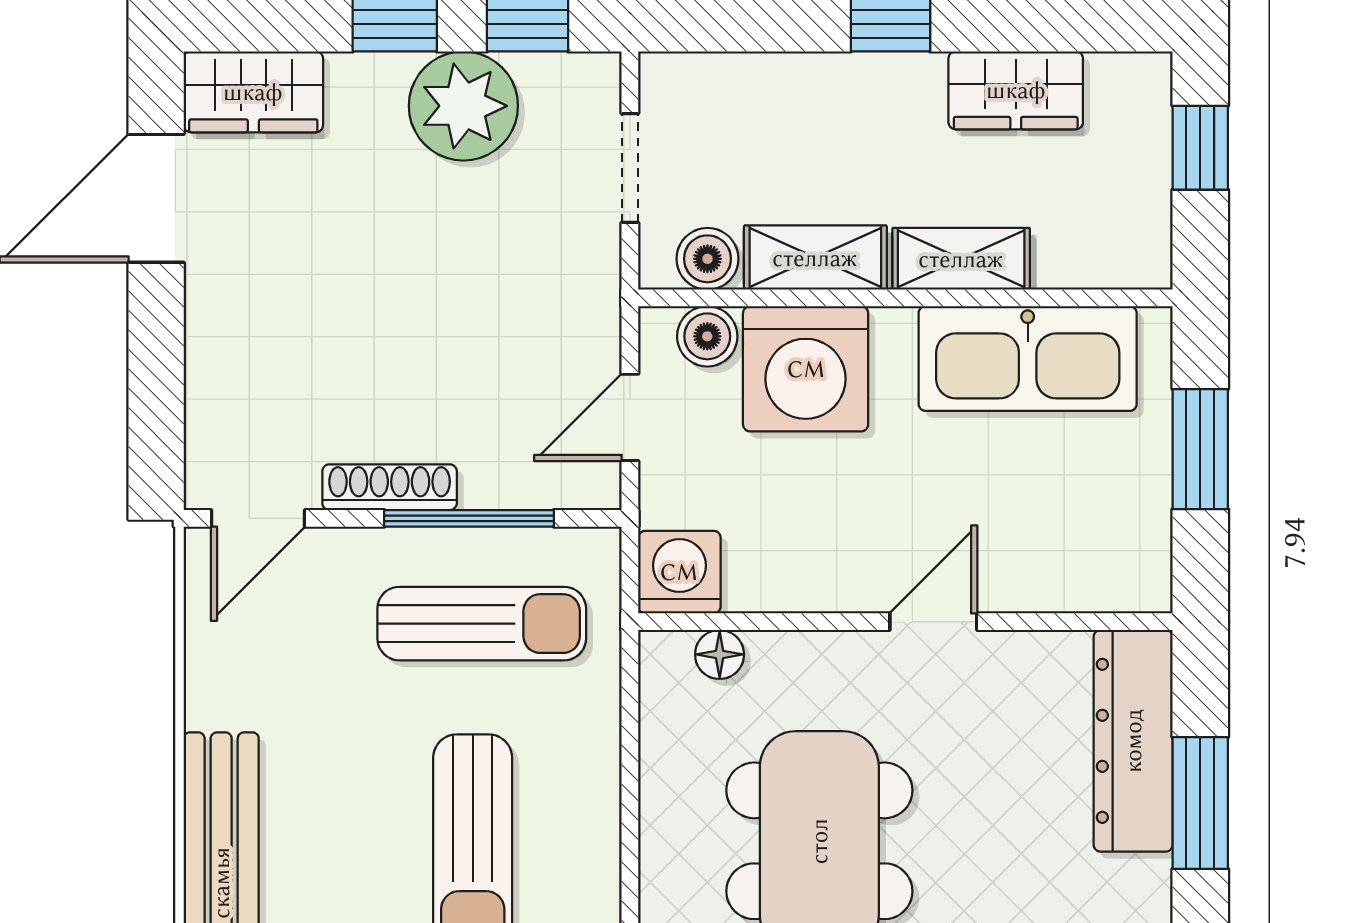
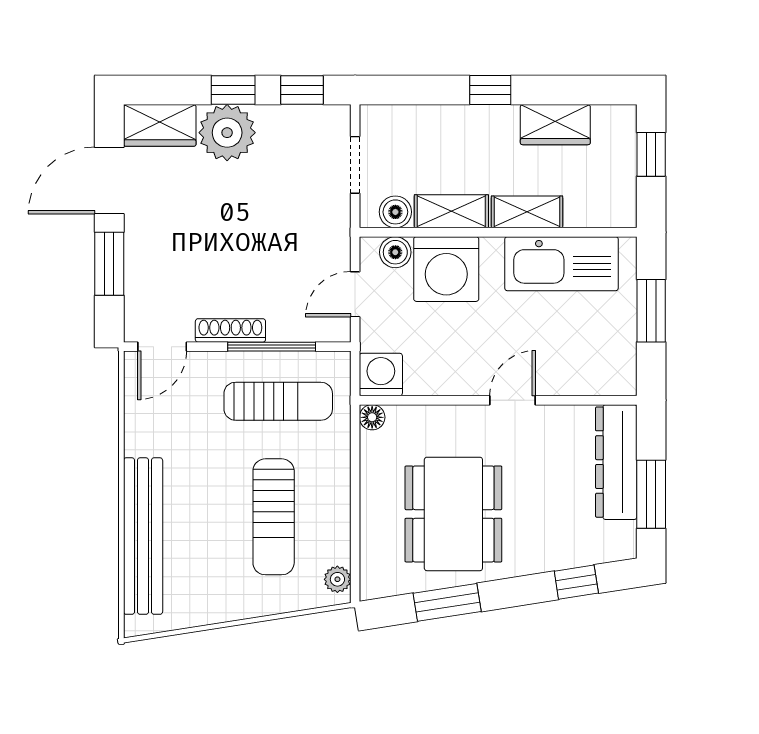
plant: (463, 106) -> (227, 133), moved
window: (156, 359) -> (109, 264), added
floor lamp: (720, 654) -> (372, 417), moved

